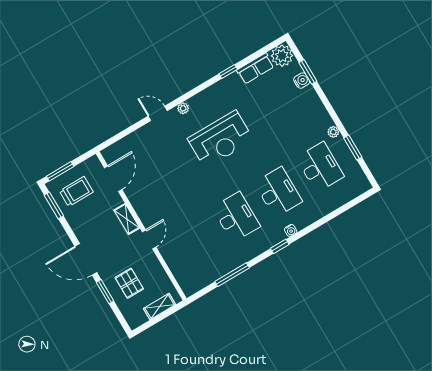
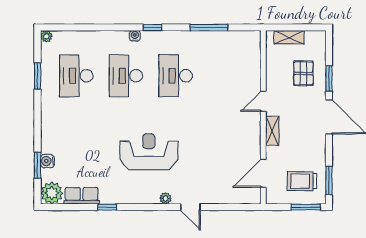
plant: (333, 132) -> (46, 36), moved

